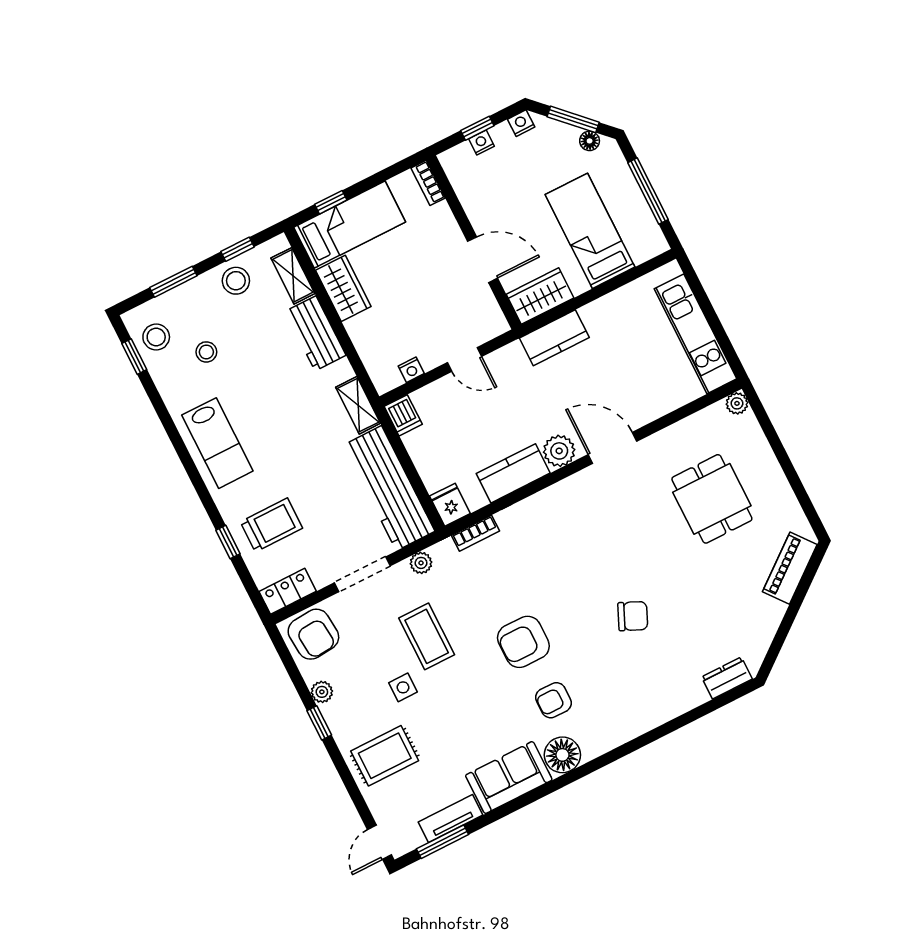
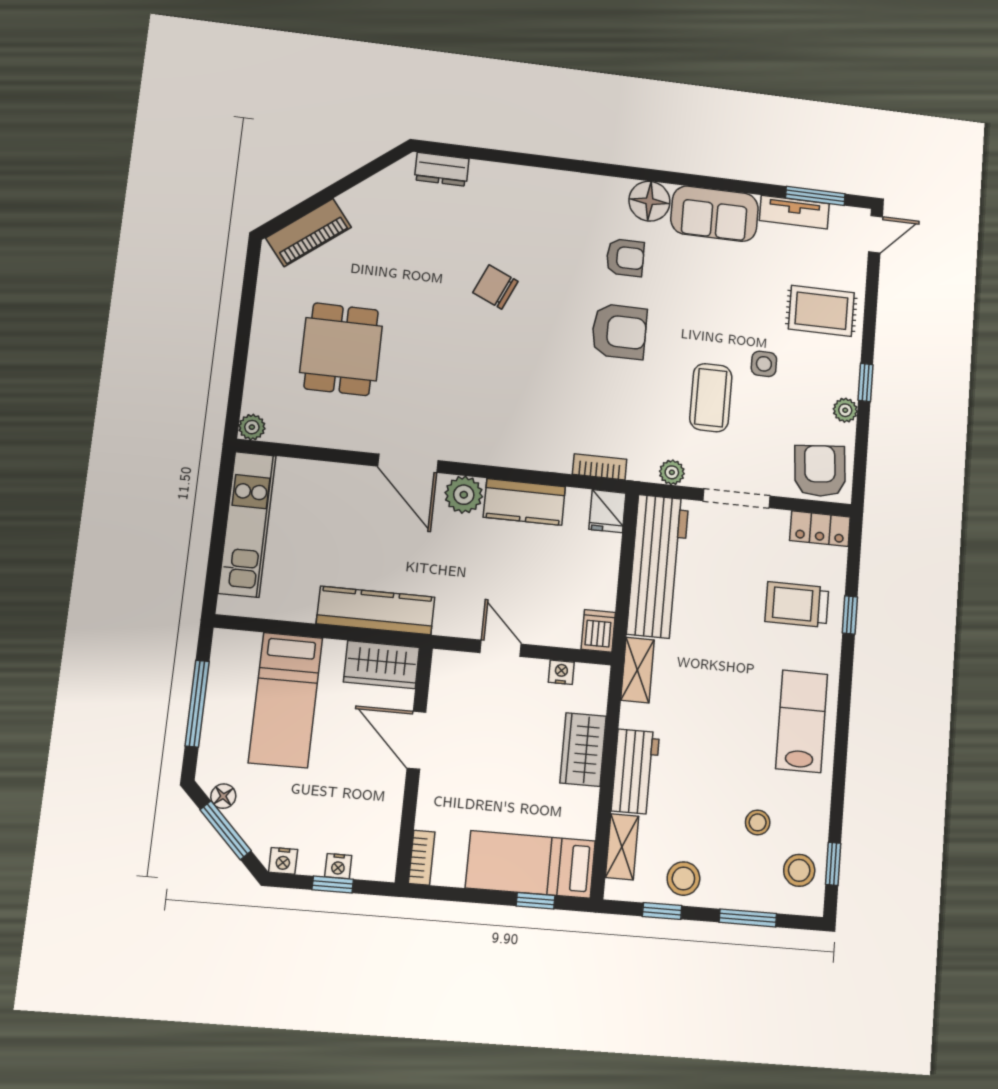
wardrobe: (343, 288) -> (583, 750), moved
kitchen counter: (554, 338) -> (376, 610), width x1.50

